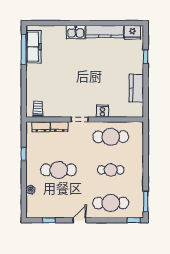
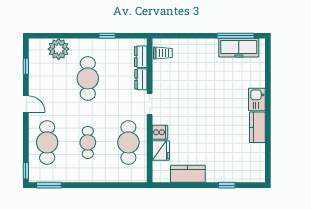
kitchen counter: (105, 32) -> (257, 127), width x0.67
fridge: (132, 32) -> (161, 150), moved, turned 180
plant: (31, 190) -> (59, 49), width x1.88, depth x1.88

